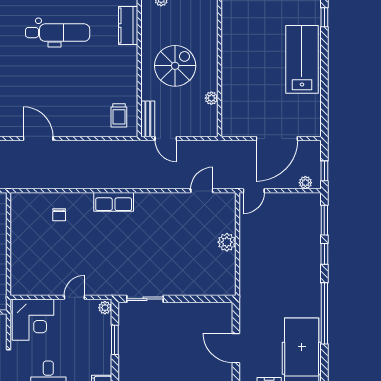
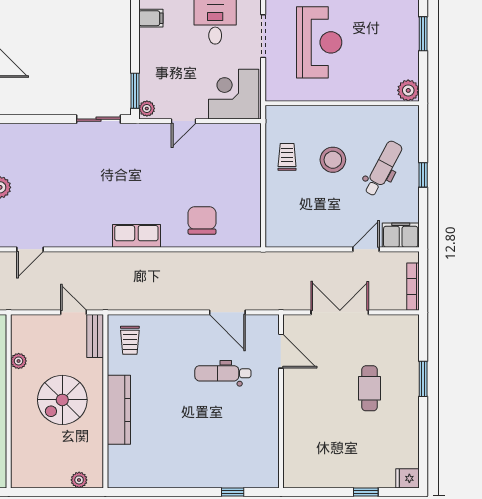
kitchen counter: (128, 26) -> (119, 410), moved, width x1.50
dental chair: (58, 33) -> (223, 373), moved, width x0.73, depth x0.72
trolley: (119, 115) -> (130, 340), turned 180
chair: (59, 215) -> (202, 221), width x1.87, depth x1.87
window: (115, 340) -> (135, 91), moved

